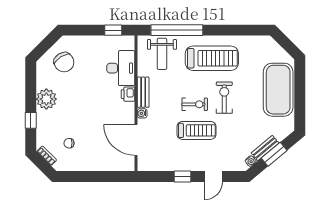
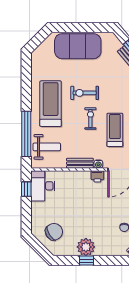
desk: (121, 68) -> (43, 186), moved, turned -90
printer: (128, 94) -> (97, 176), moved
window: (31, 120) -> (86, 261), moved
treadmill: (197, 130) -> (115, 130), moved

